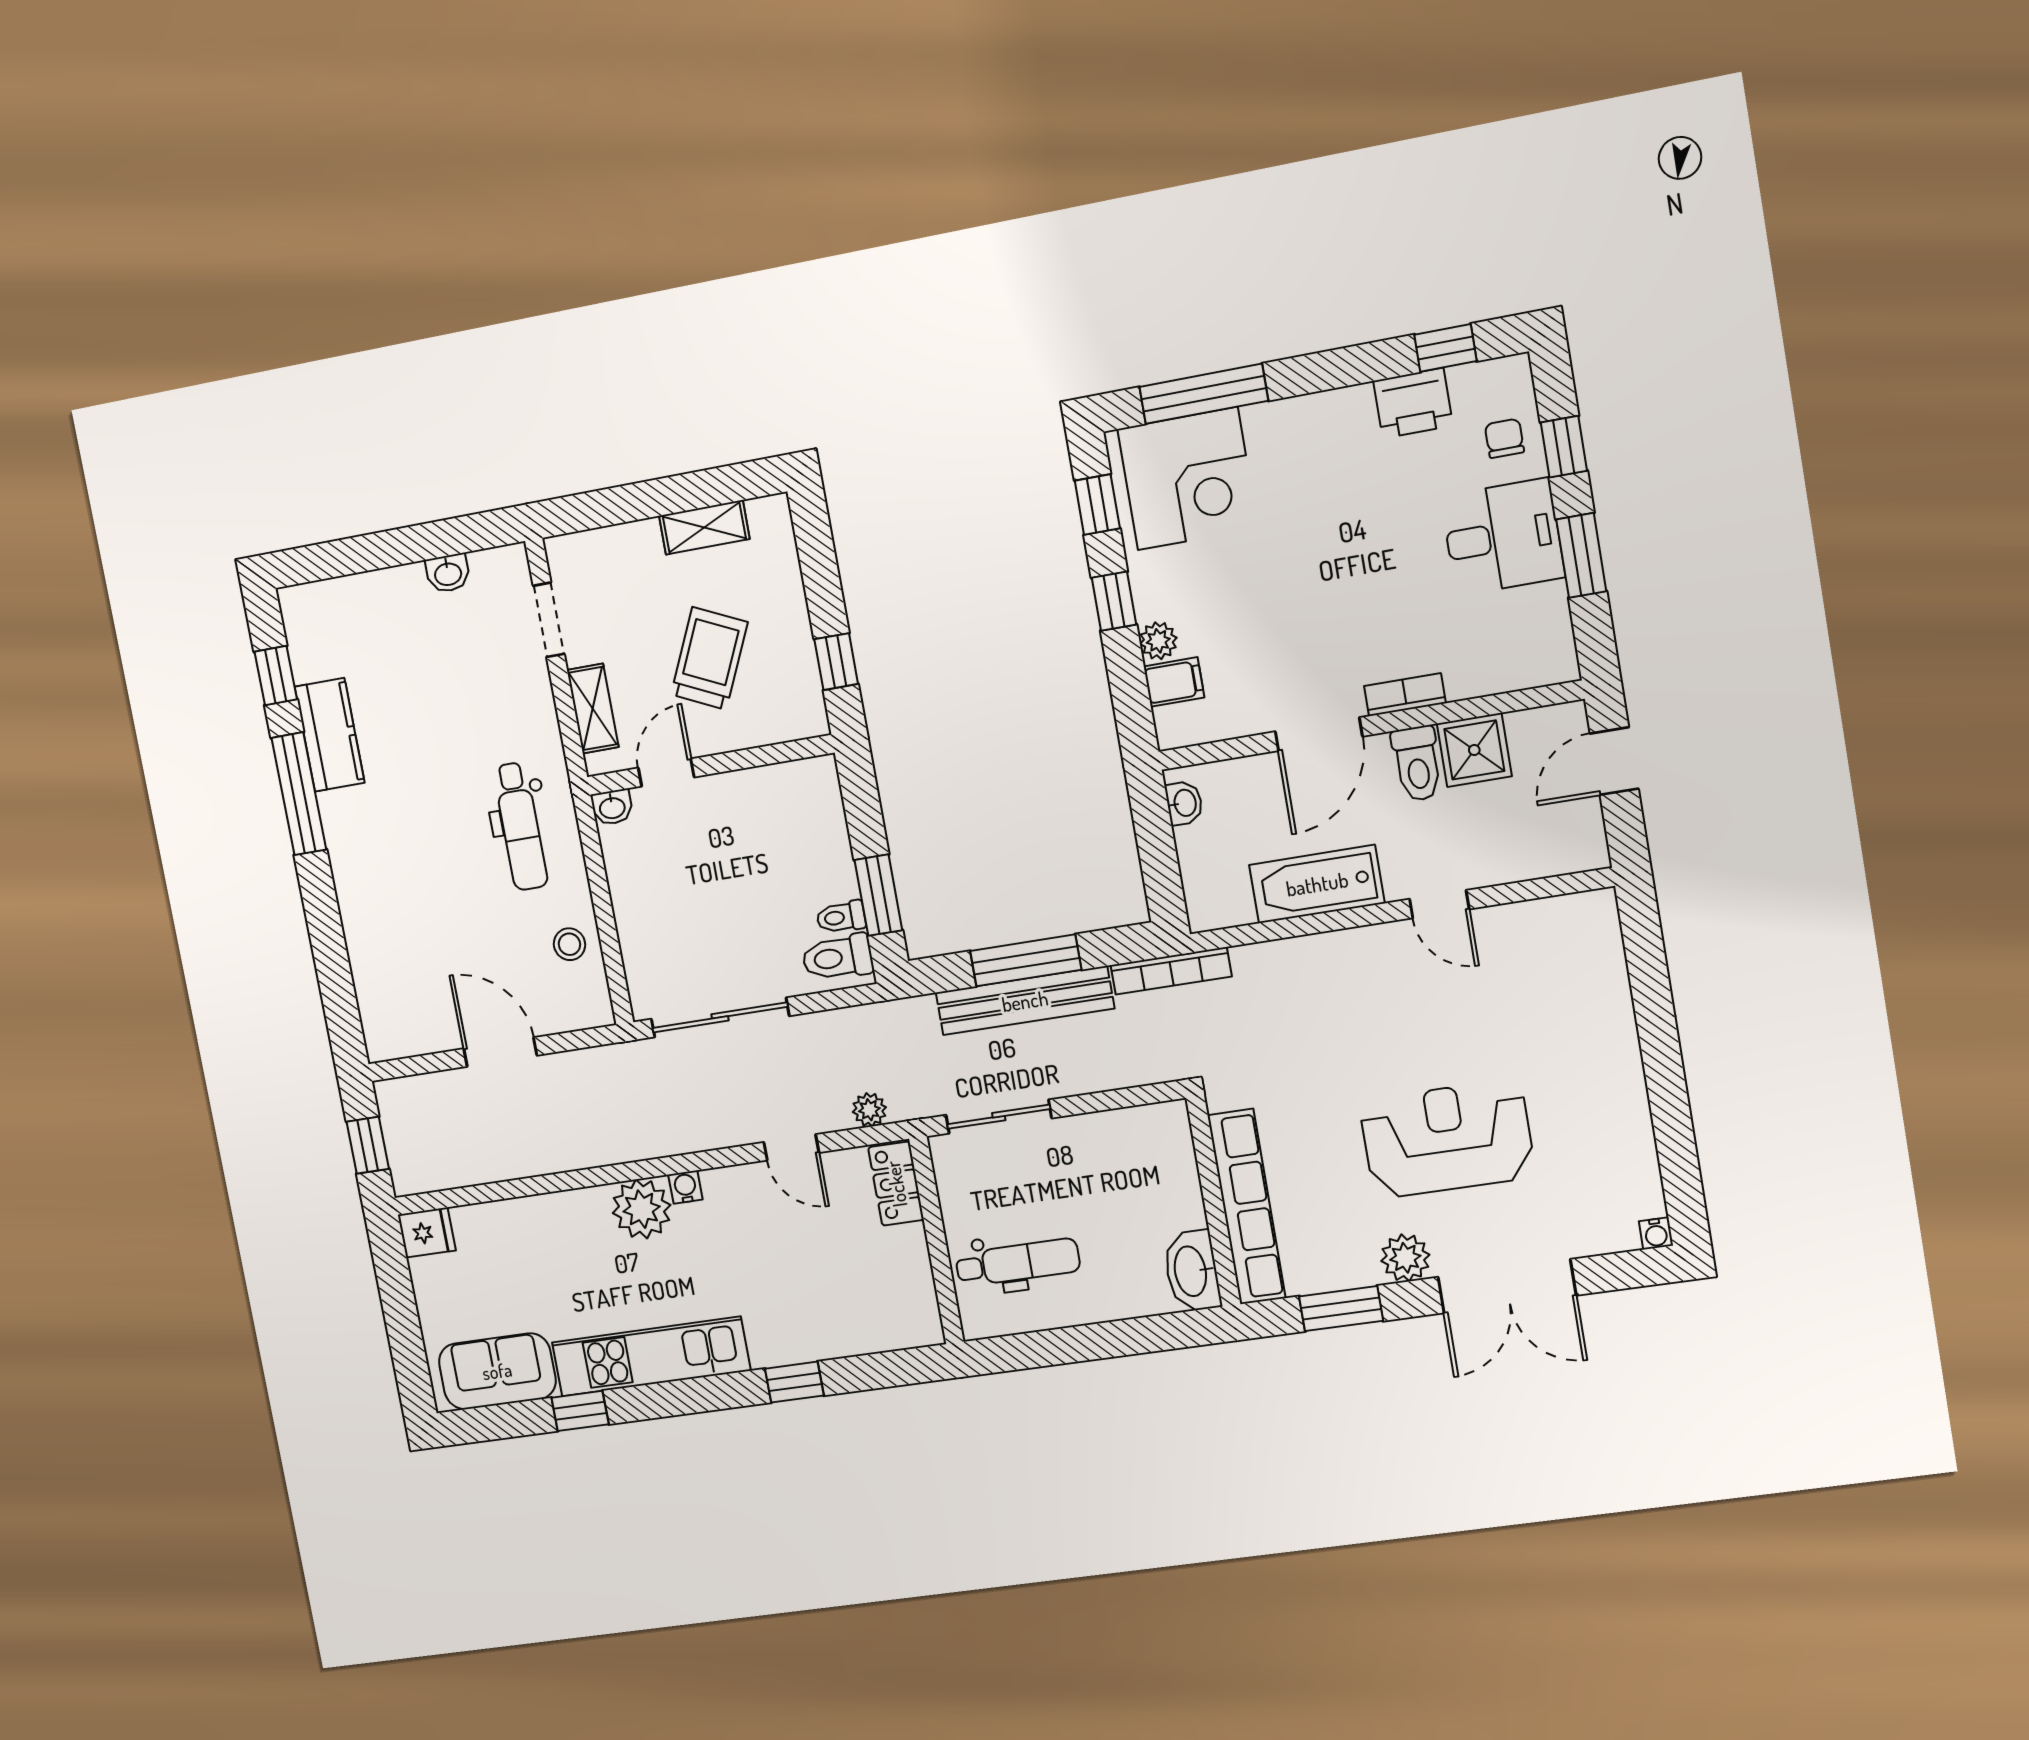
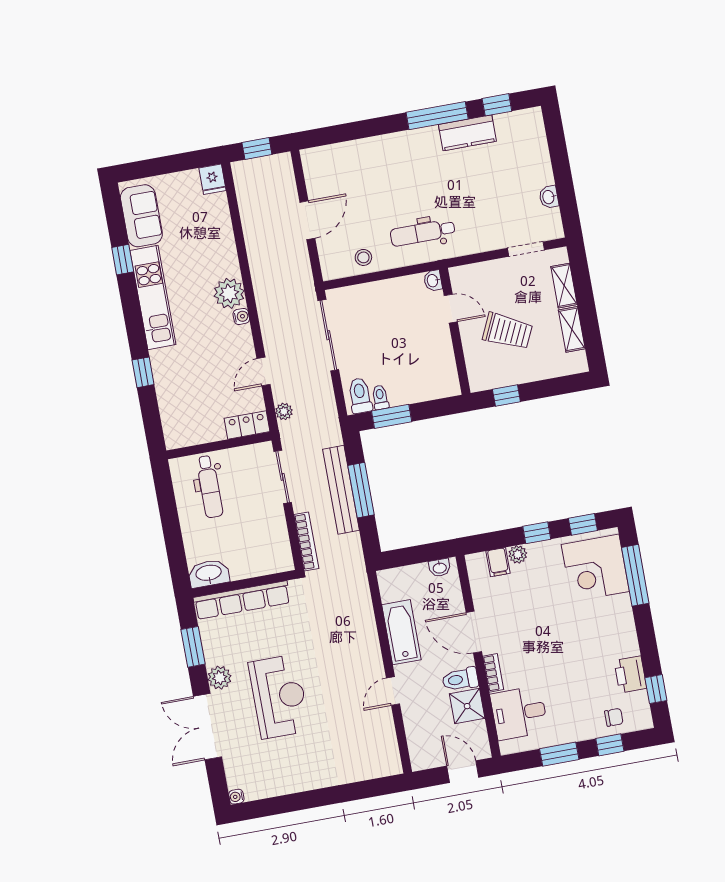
desk: (1503, 537) -> (519, 713), moved, turned 90
shelving: (593, 709) -> (564, 286), moved, turned 90
bookcase: (1171, 971) -> (306, 541), moved, turned 180

